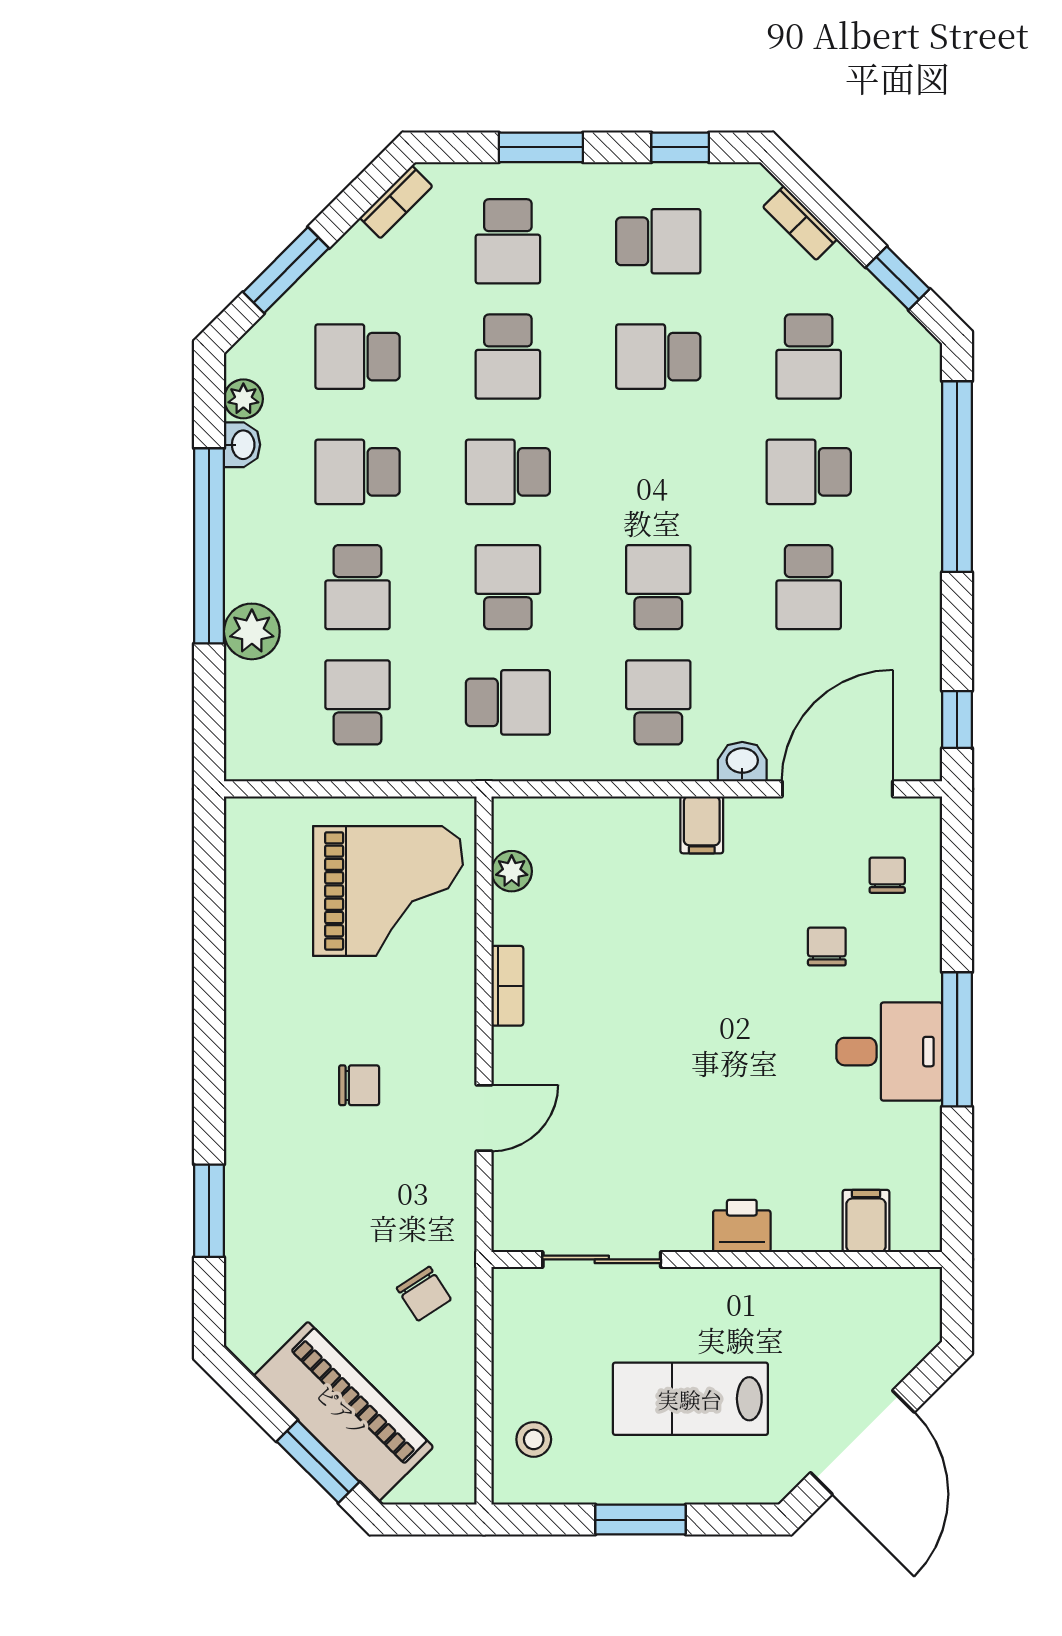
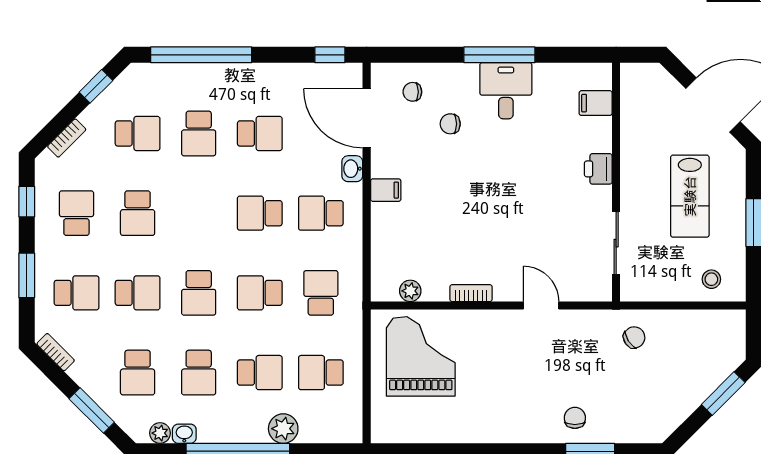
chair: (359, 1085) -> (575, 418), moved
piano: (343, 1411) -> (697, 380), removed

